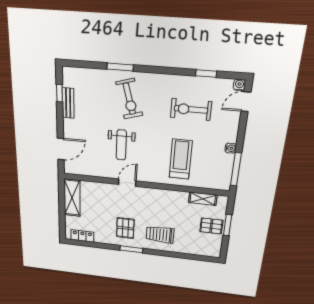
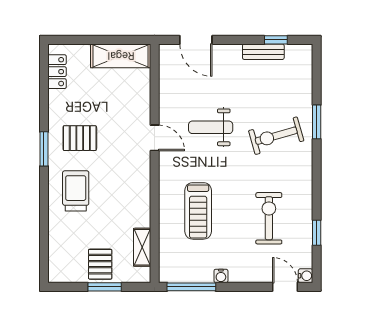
treadmill: (181, 159) -> (198, 211), turned 90

